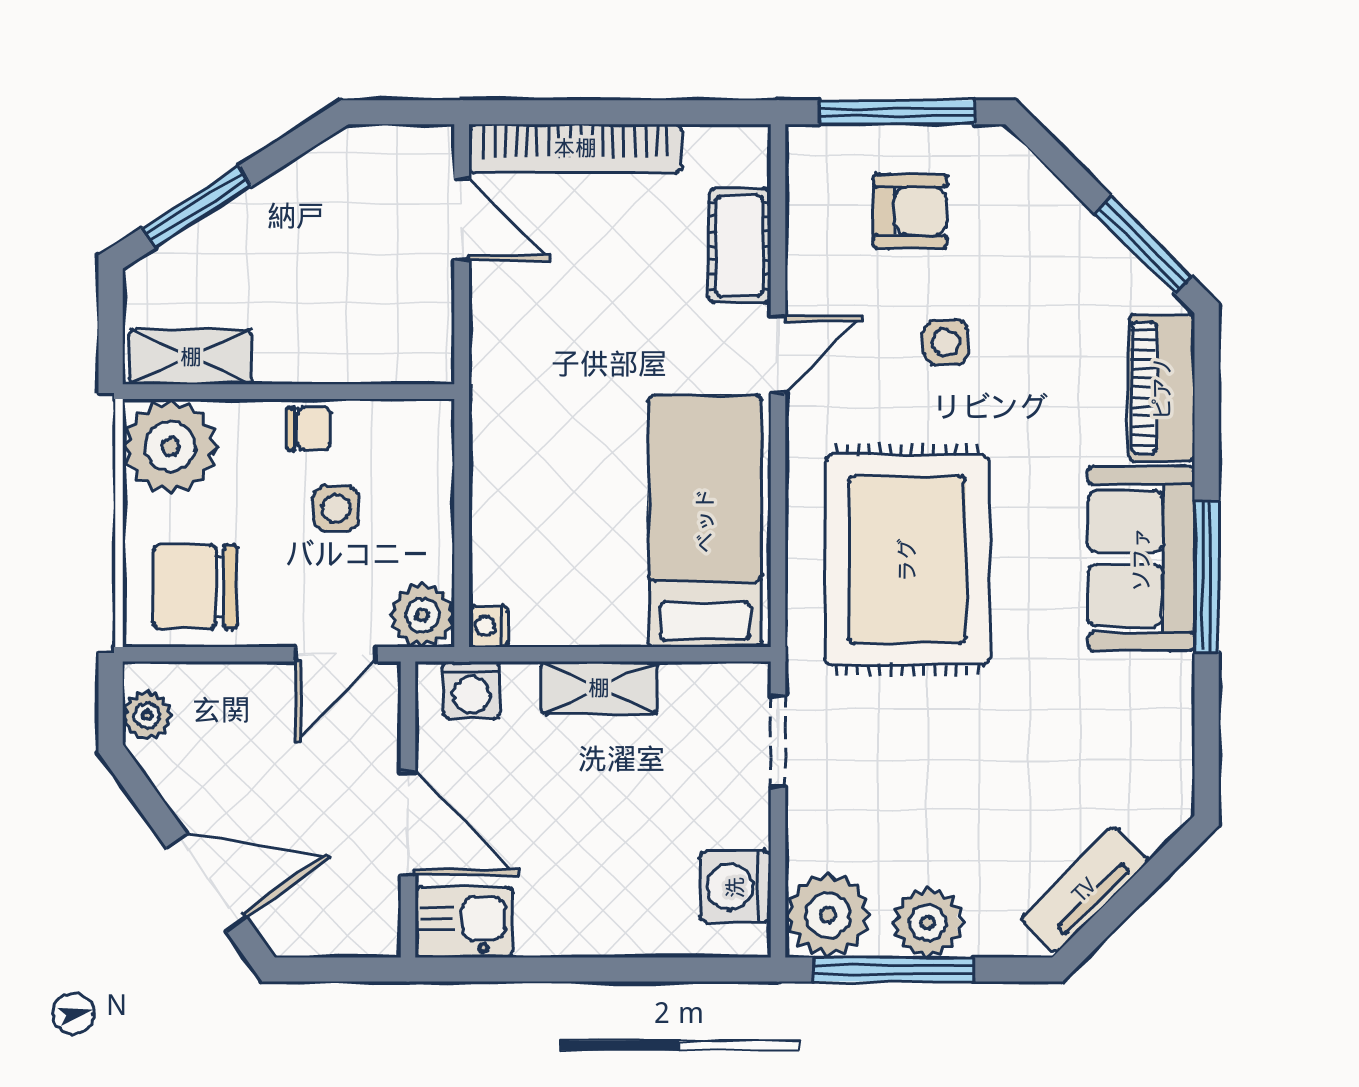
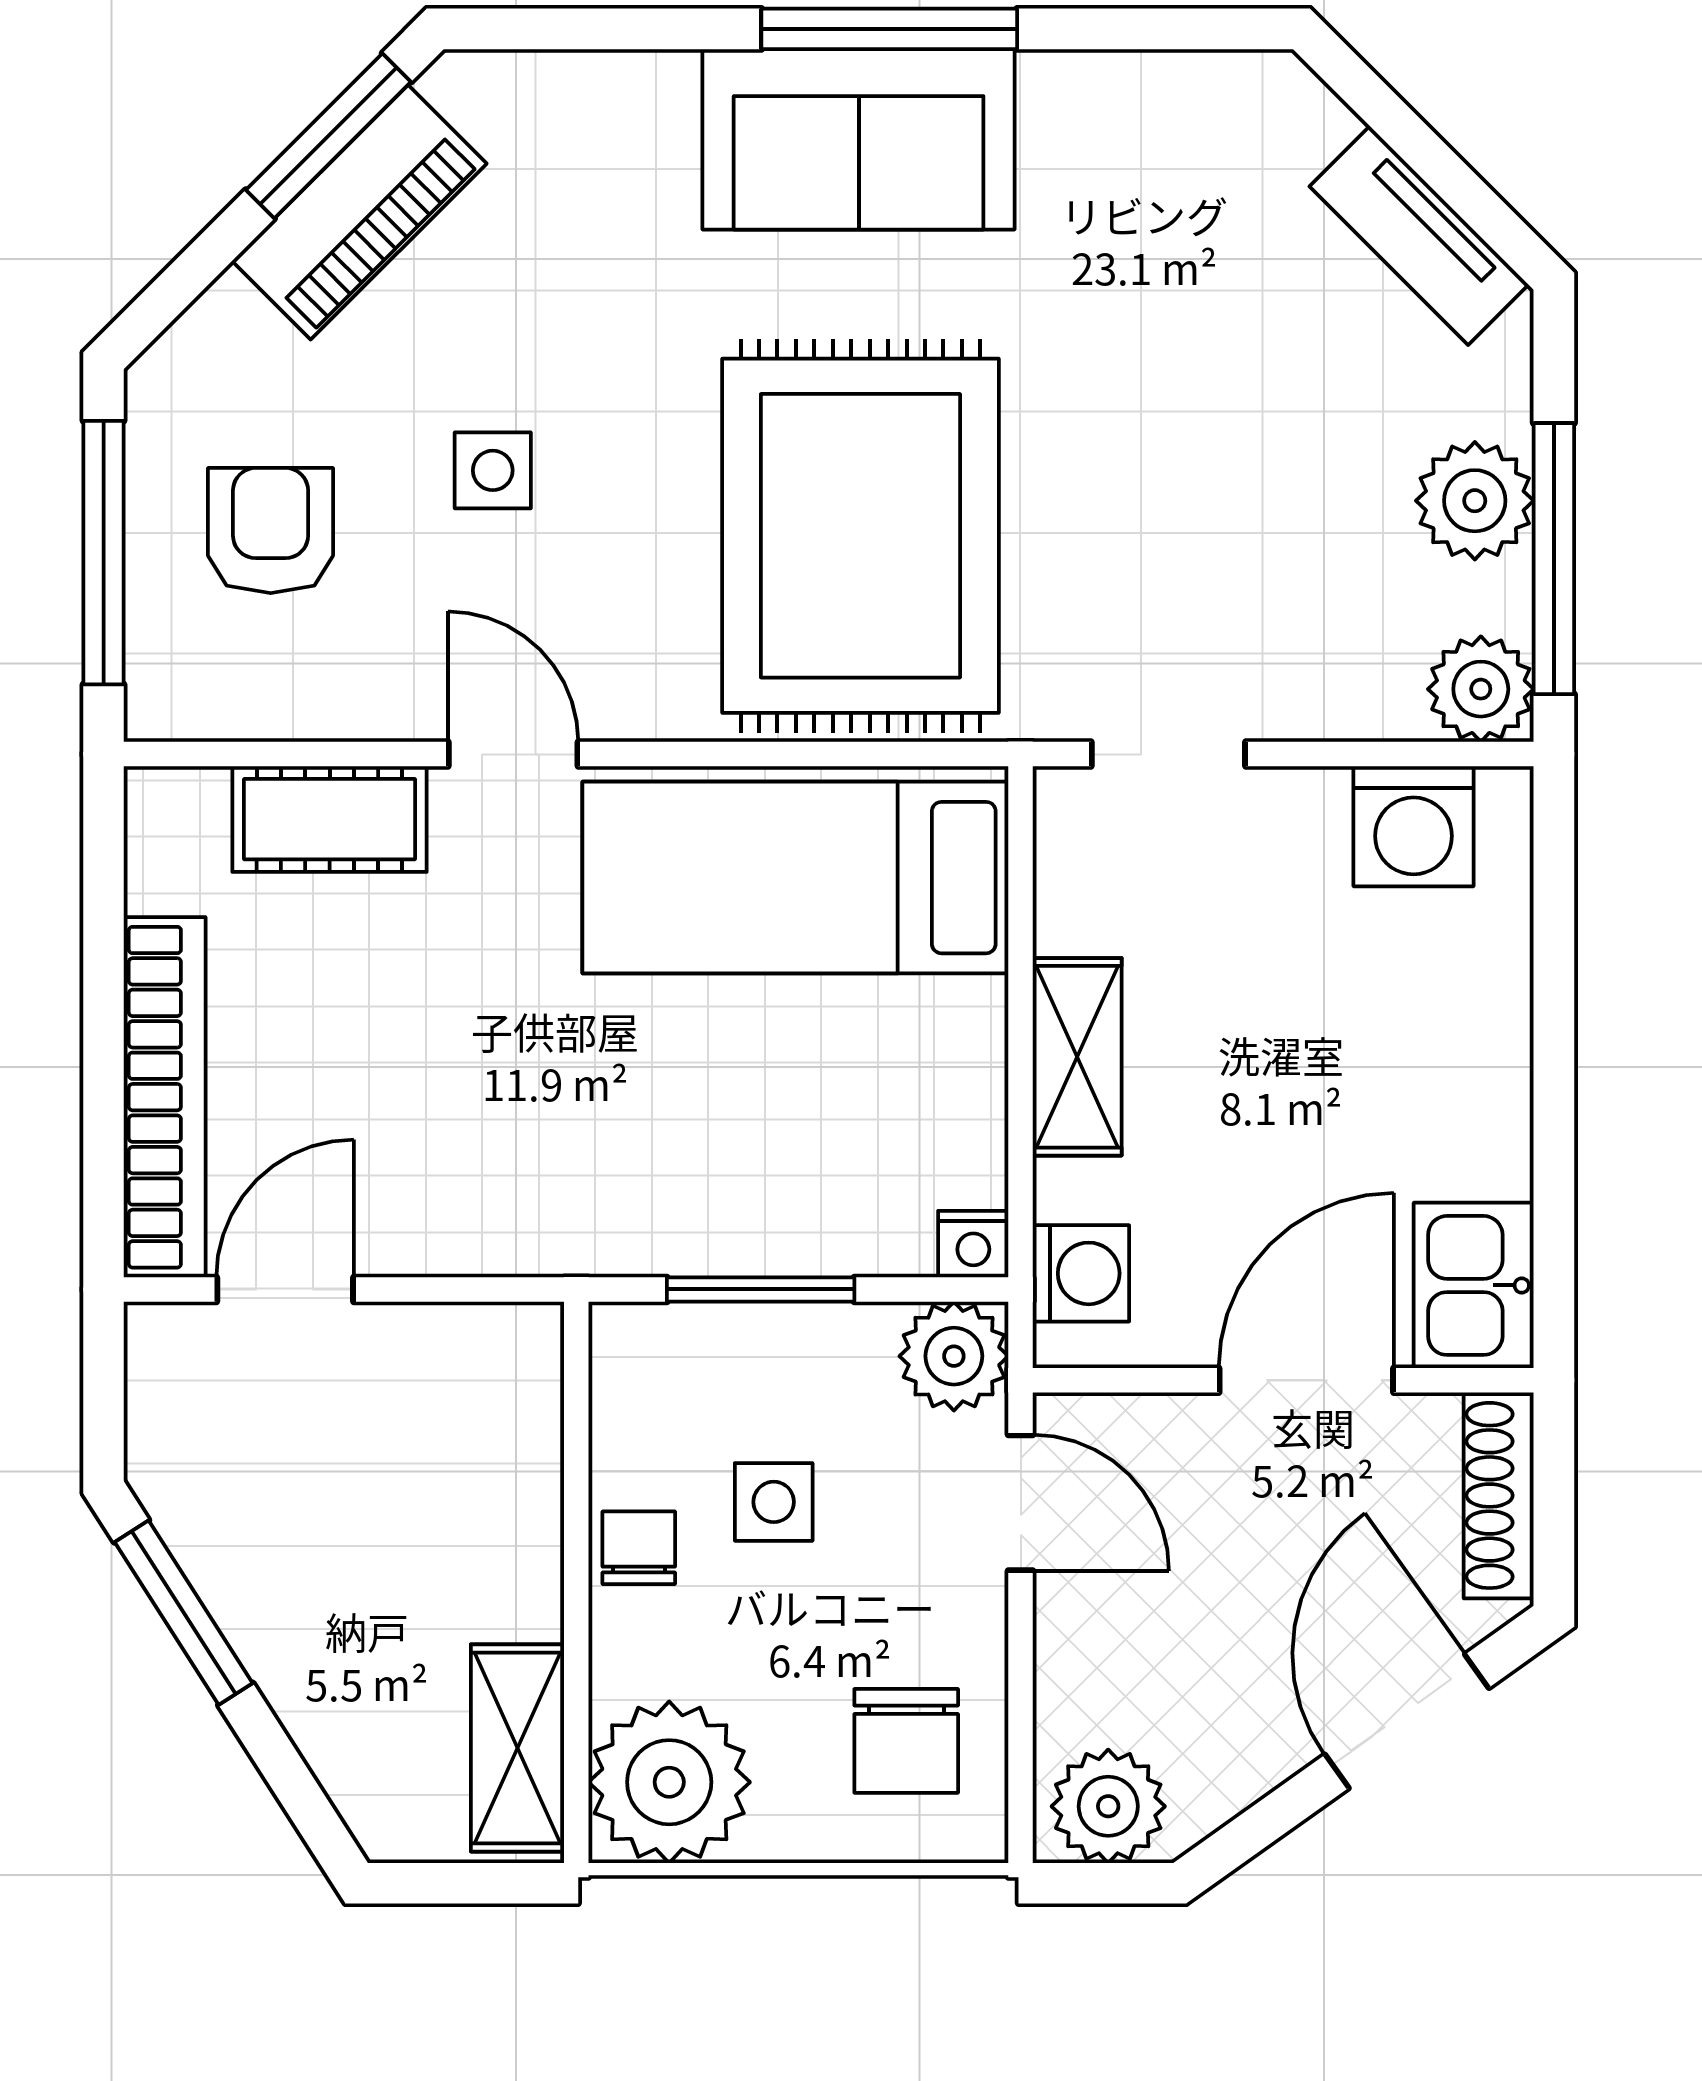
window: (197, 207) -> (184, 1613), moved
piano: (1162, 388) -> (359, 212), moved, turned -45
window: (462, 501) -> (761, 1289), added
rug: (907, 560) -> (860, 536), turned 90
chair: (195, 587) -> (906, 1741), width x0.73, depth x0.73
plant: (147, 715) -> (1108, 1806), width x1.38, depth x1.38
plant: (828, 915) -> (1481, 689), width x0.73, depth x0.73
shoe rack: (340, 937) -> (1499, 1495), added

